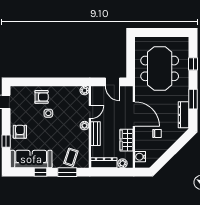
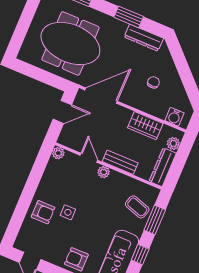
armchair: (42, 97) -> (43, 212), turned 90
door: (134, 114) -> (101, 96), moved

